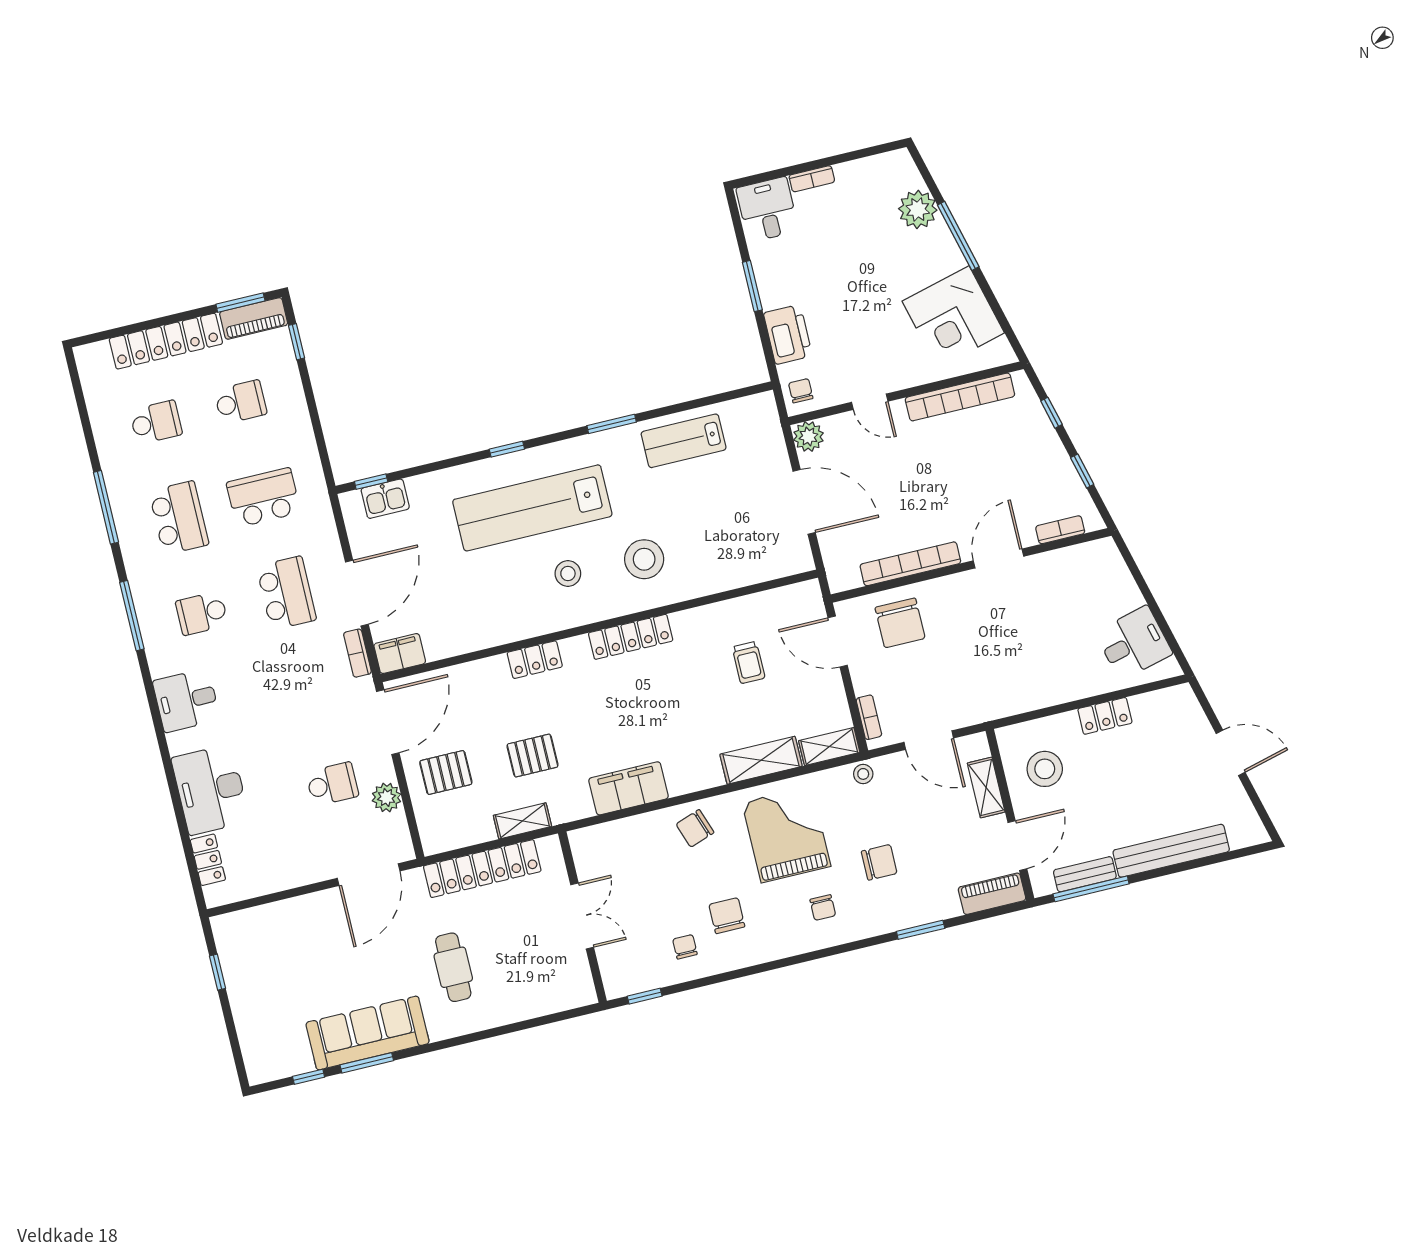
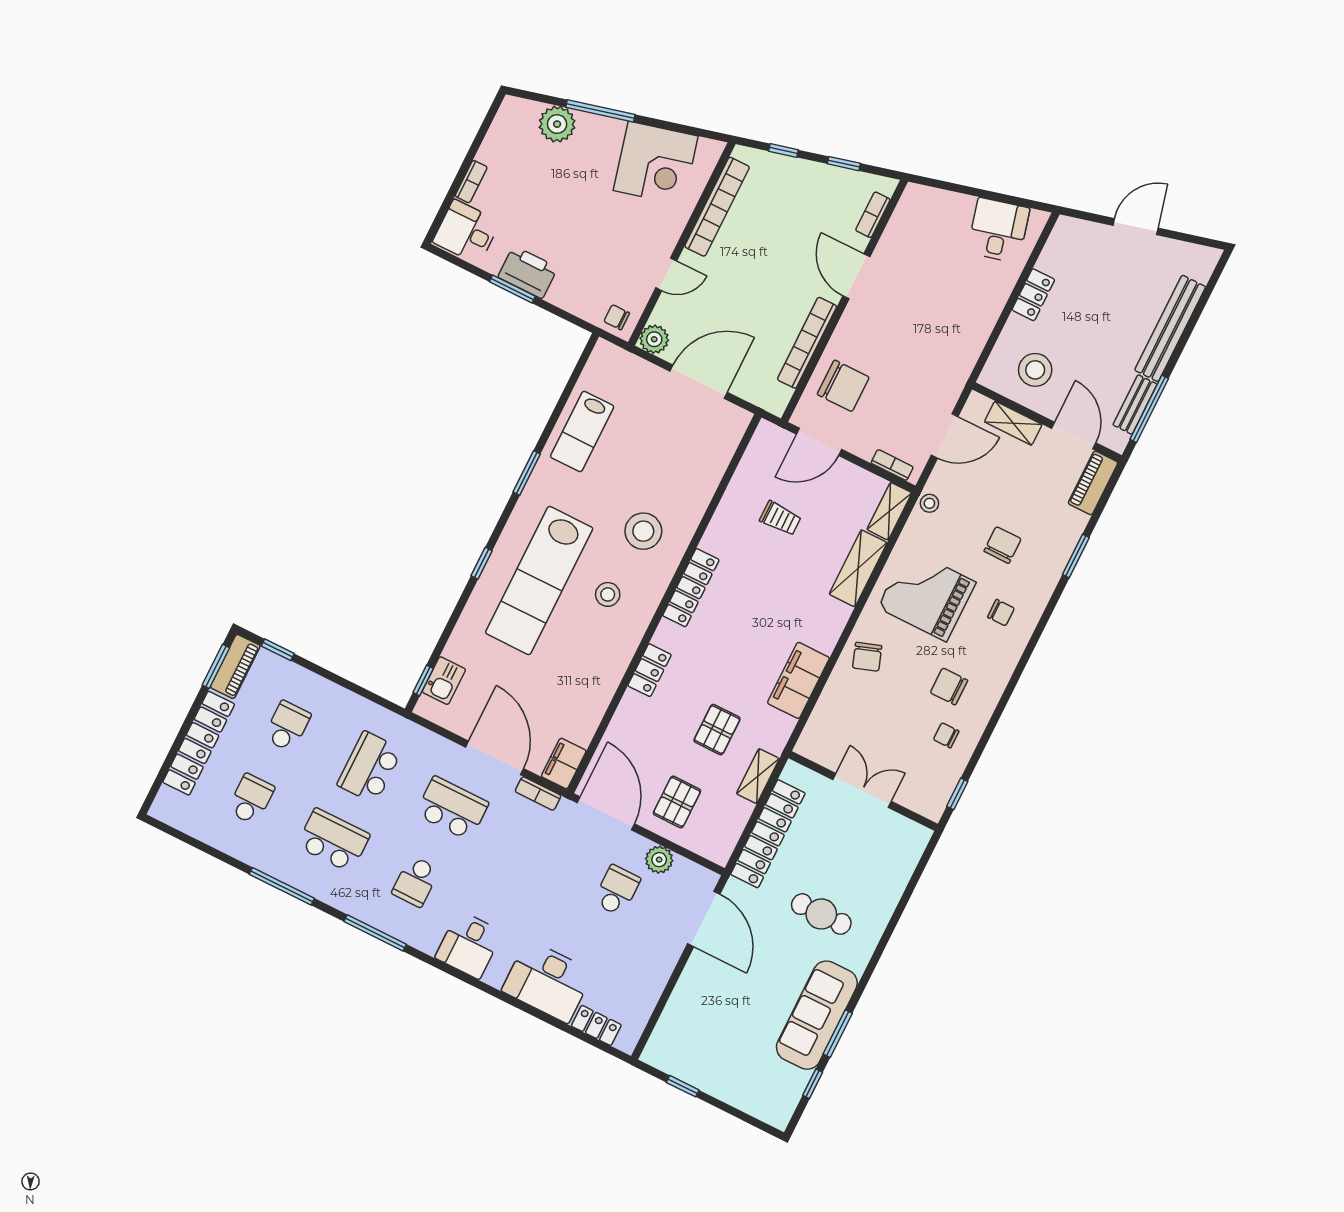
printer: (788, 334) -> (528, 272), moved

